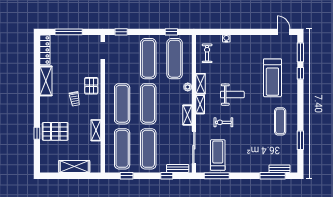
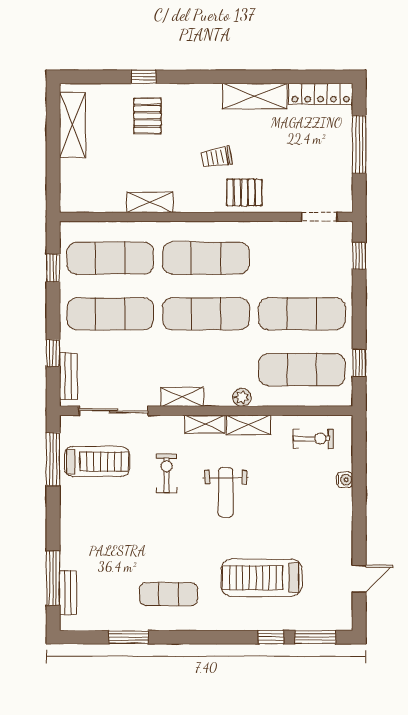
door: (284, 32) -> (359, 579), moved
pallet: (55, 131) -> (147, 116), width x0.67, depth x0.71
shelving: (74, 167) -> (73, 125), moved

